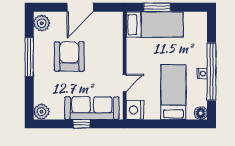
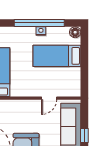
door: (125, 83) -> (49, 98), swing flipped
nightstand: (135, 110) -> (72, 89), removed

